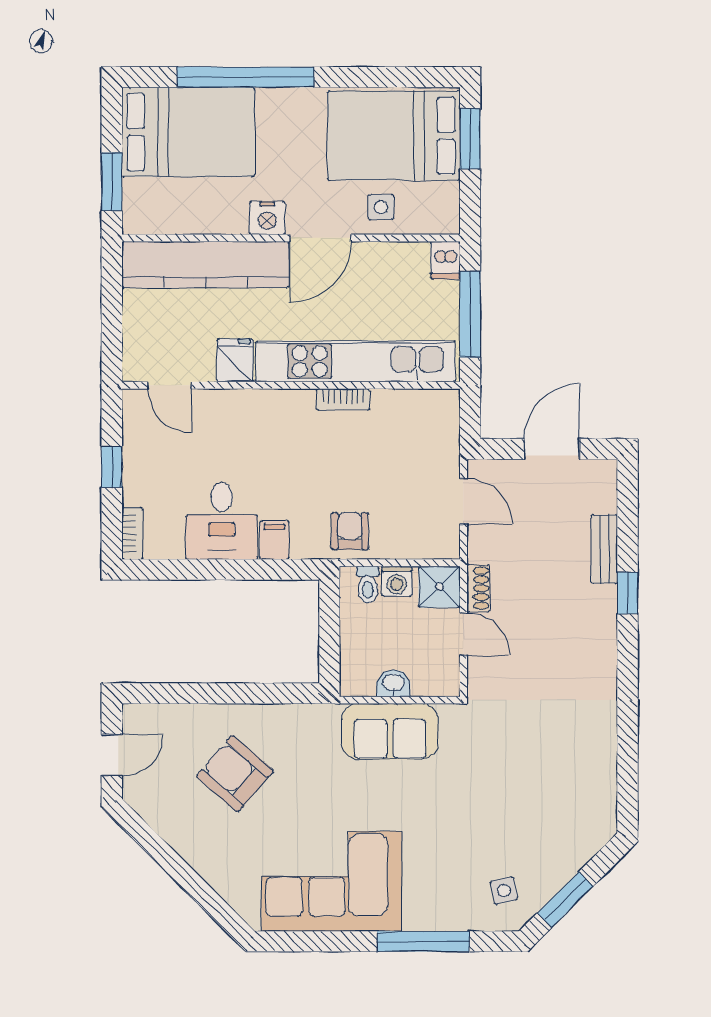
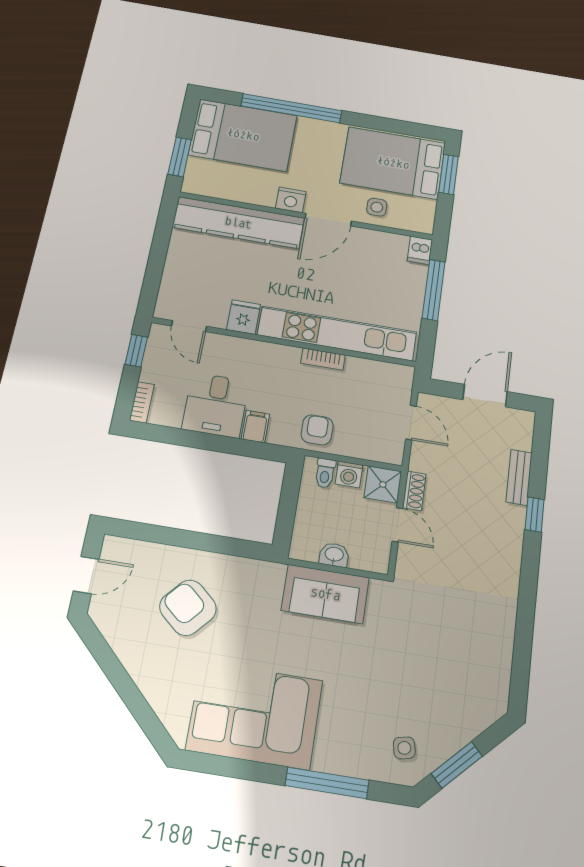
fridge: (235, 360) -> (244, 317), moved
kitchen unit: (356, 361) -> (337, 334), moved
door: (170, 385) -> (189, 326), moved
wall: (291, 385) -> (284, 342), moved
bookcase: (343, 399) -> (323, 359), moved

